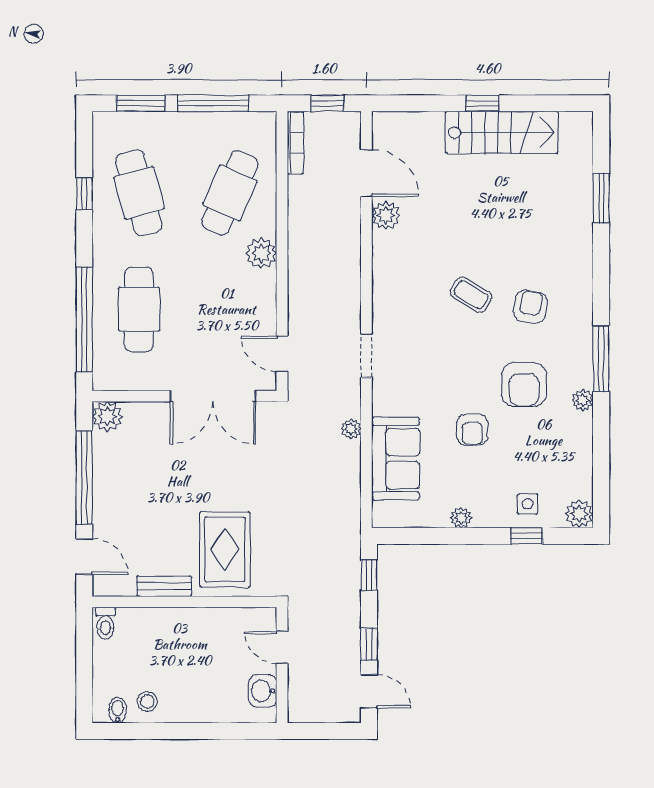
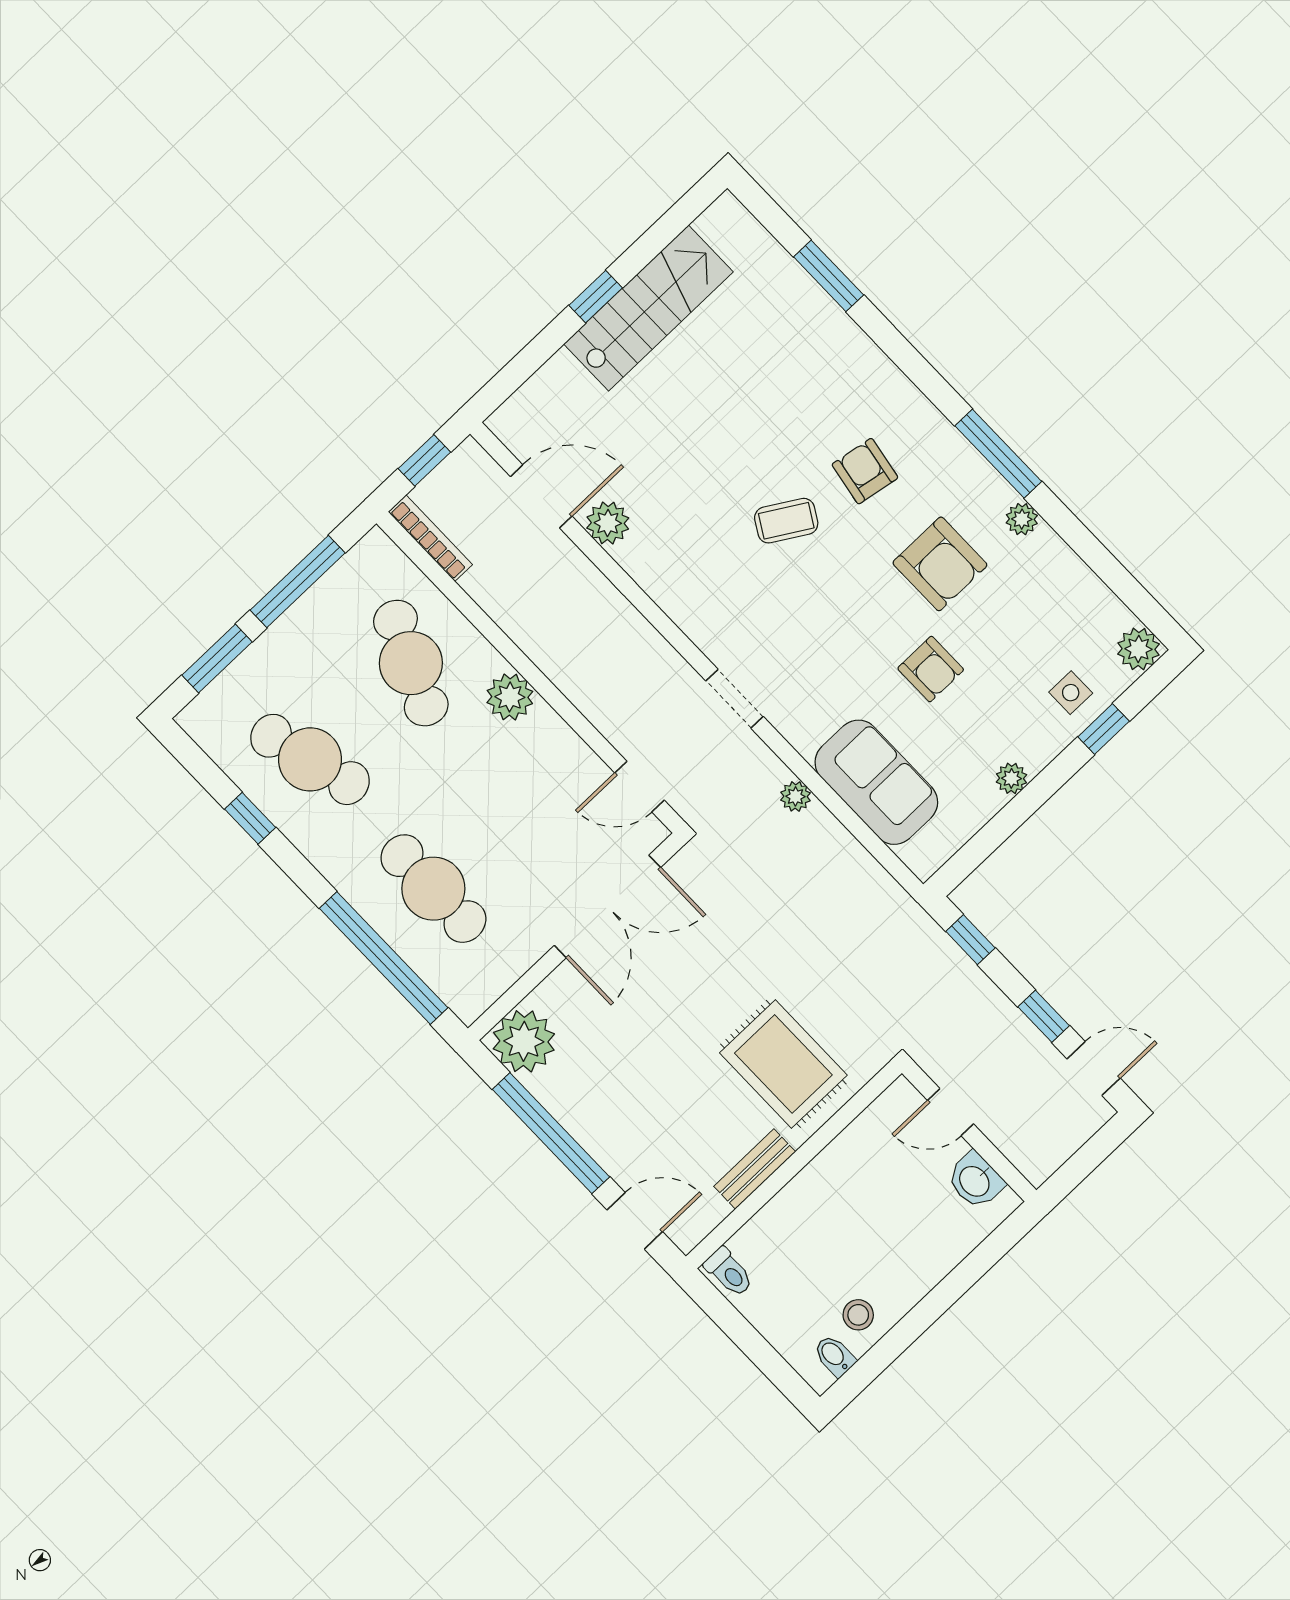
plant: (107, 416) -> (524, 1041), width x1.36, depth x1.36

